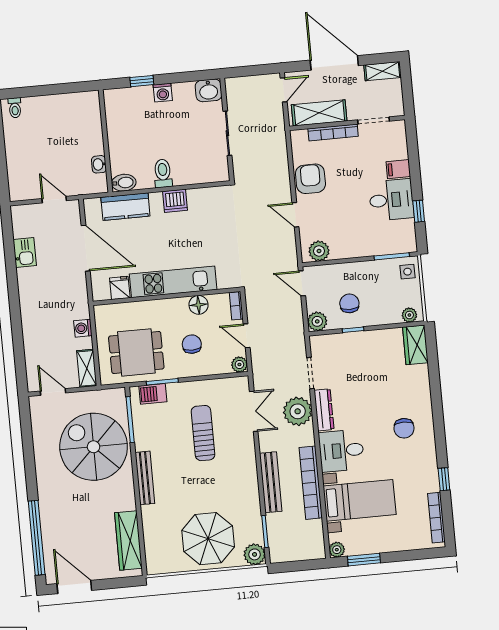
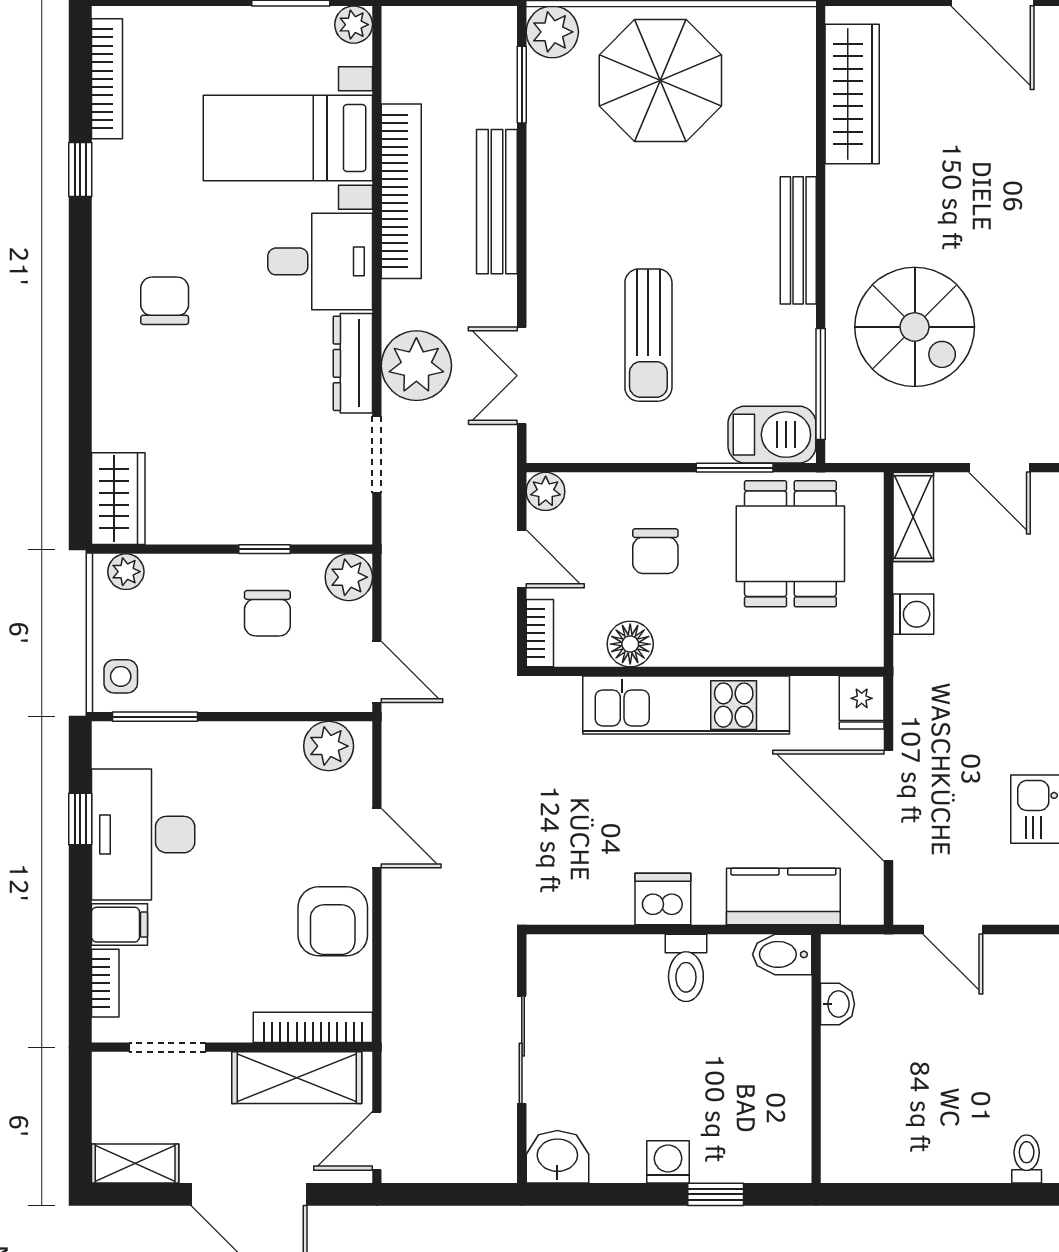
bookcase: (333, 132) -> (313, 1027), moved
bookcase: (402, 144) -> (105, 983), added
desk: (391, 200) -> (143, 835), width x1.37
fridge: (120, 288) -> (862, 703), moved
dining table: (136, 352) -> (790, 544), turned 90
barbecue: (153, 394) -> (772, 435), width x1.38, depth x1.27
spiral stairs: (94, 447) -> (915, 327), width x0.73, depth x0.73

